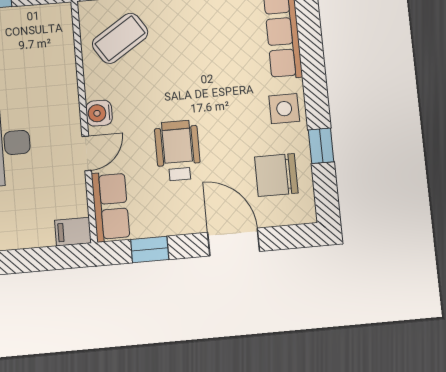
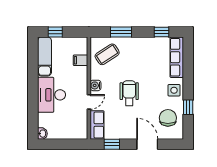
wheelchair: (178, 150) -> (129, 93), moved
chair: (276, 175) -> (168, 118), turned 90
filing cabinet: (73, 232) -> (81, 60), moved

